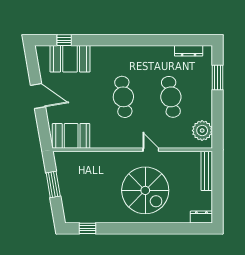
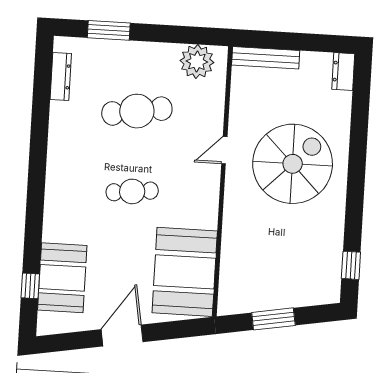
cafe table: (123, 97) -> (132, 191), width x0.73, depth x0.74
booth: (71, 136) -> (185, 272), width x1.36, depth x1.42

